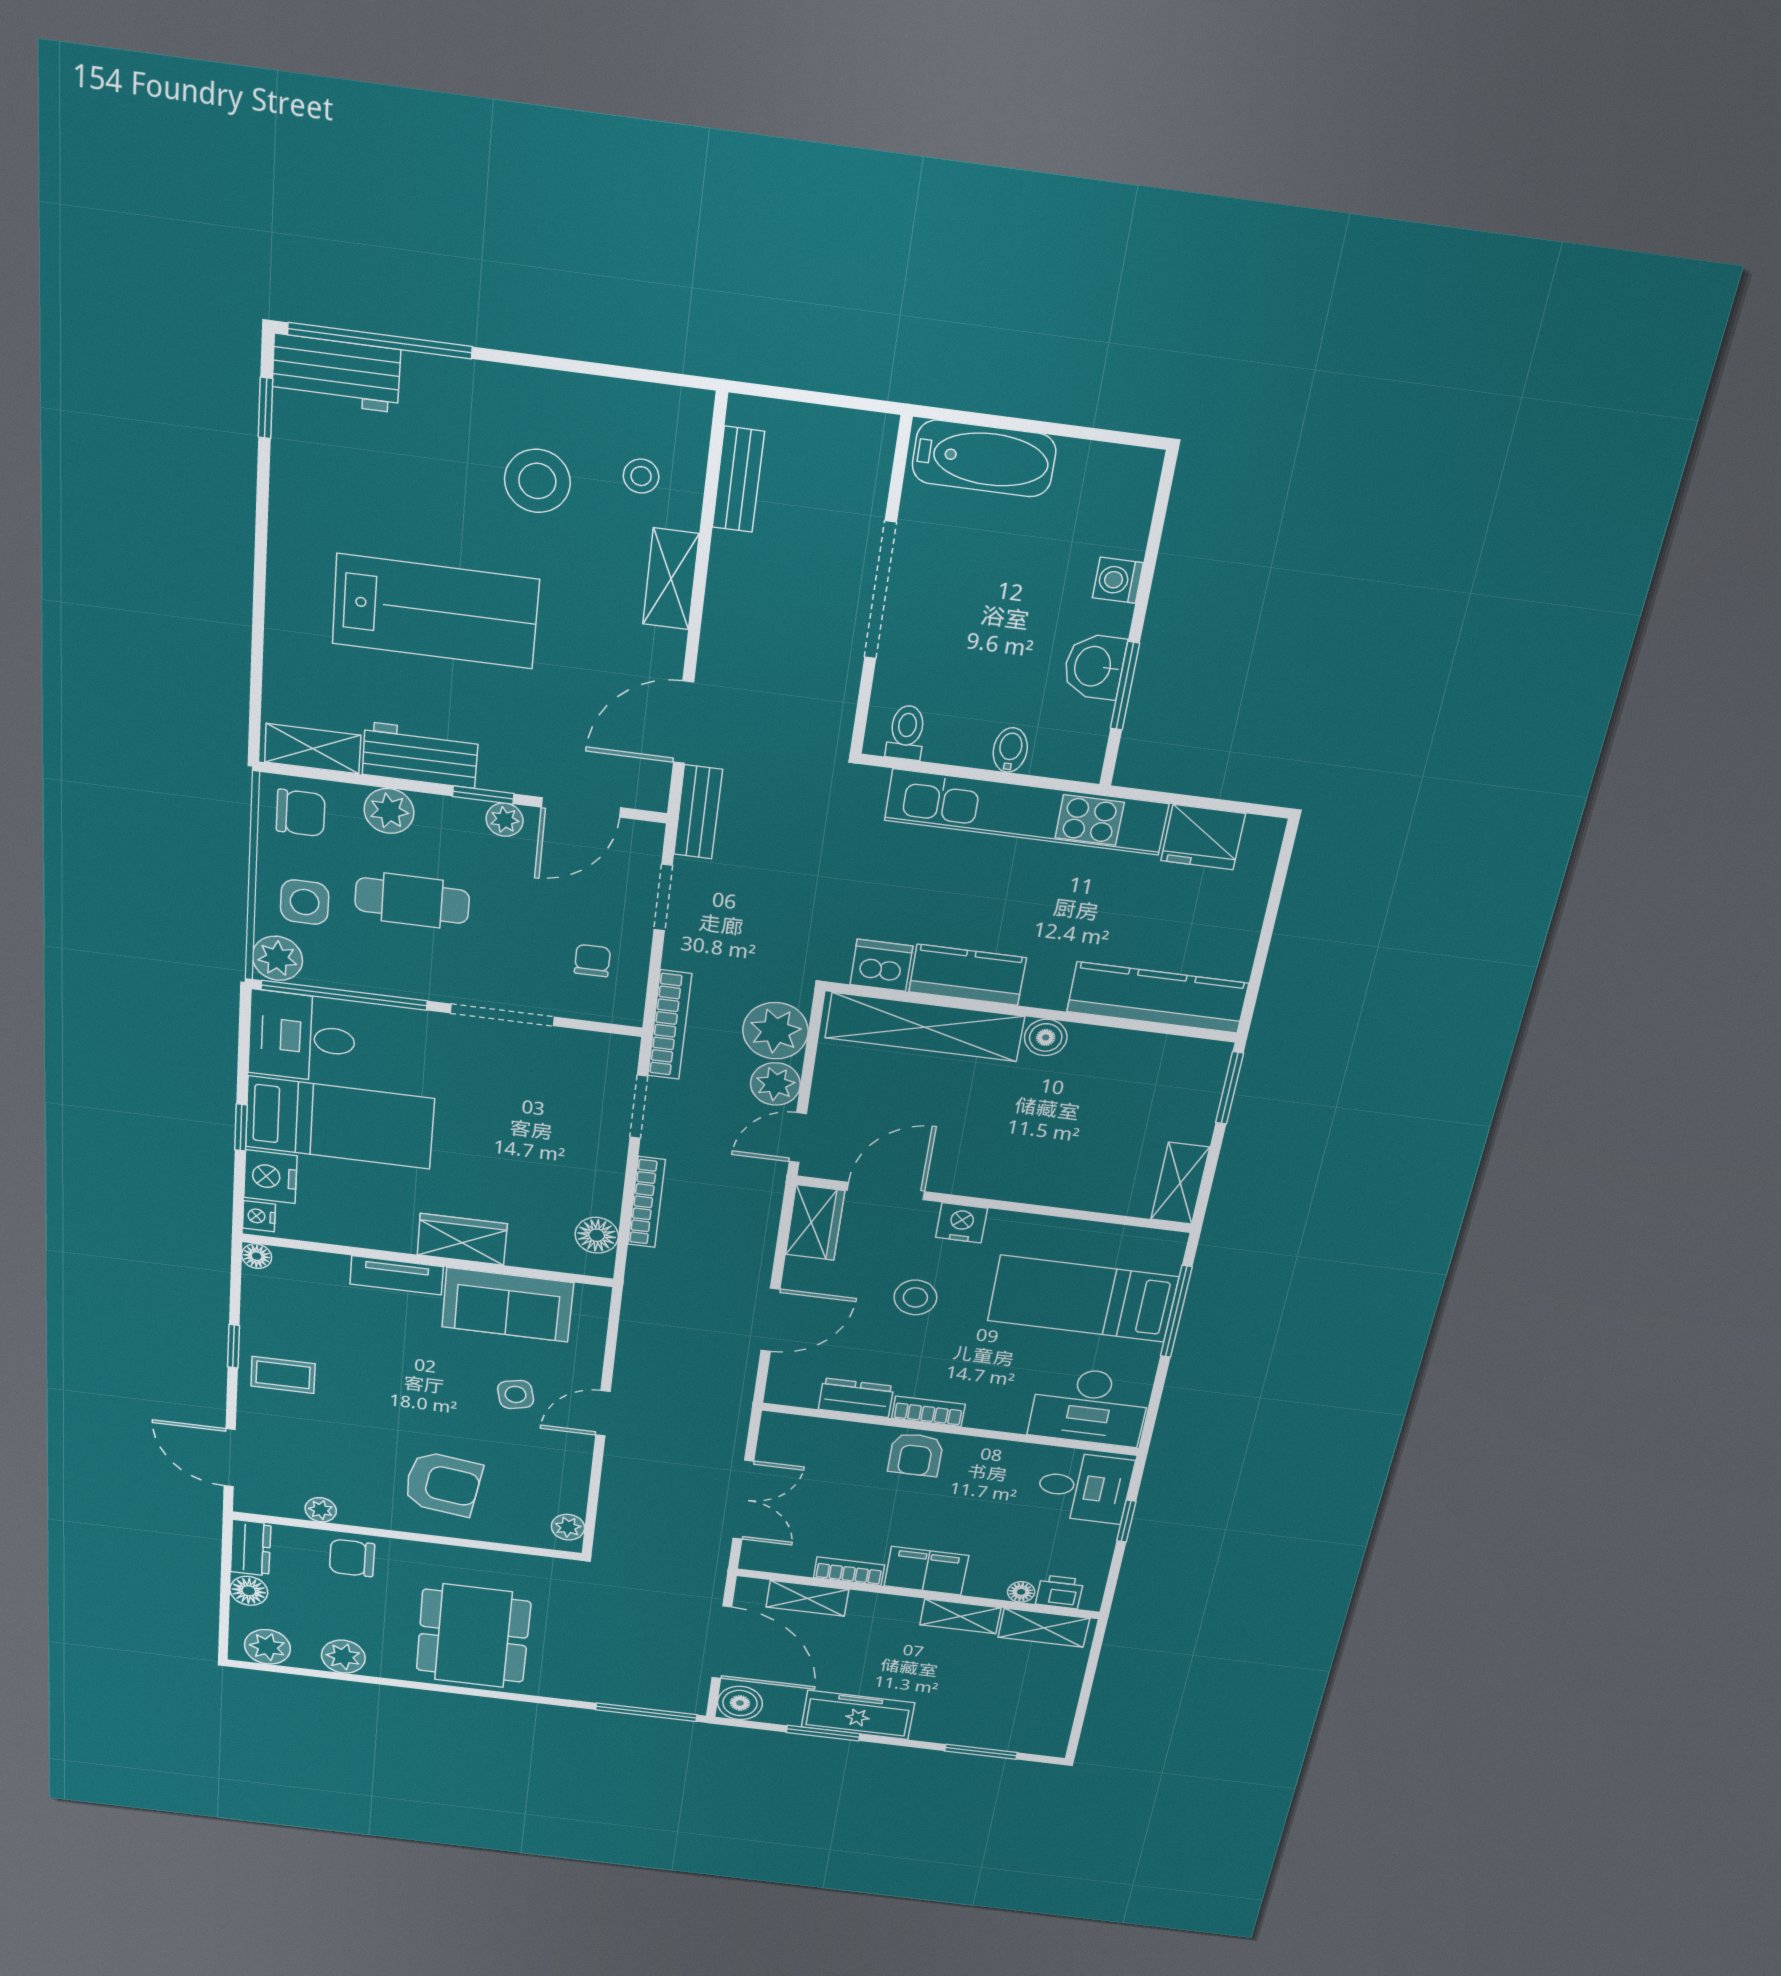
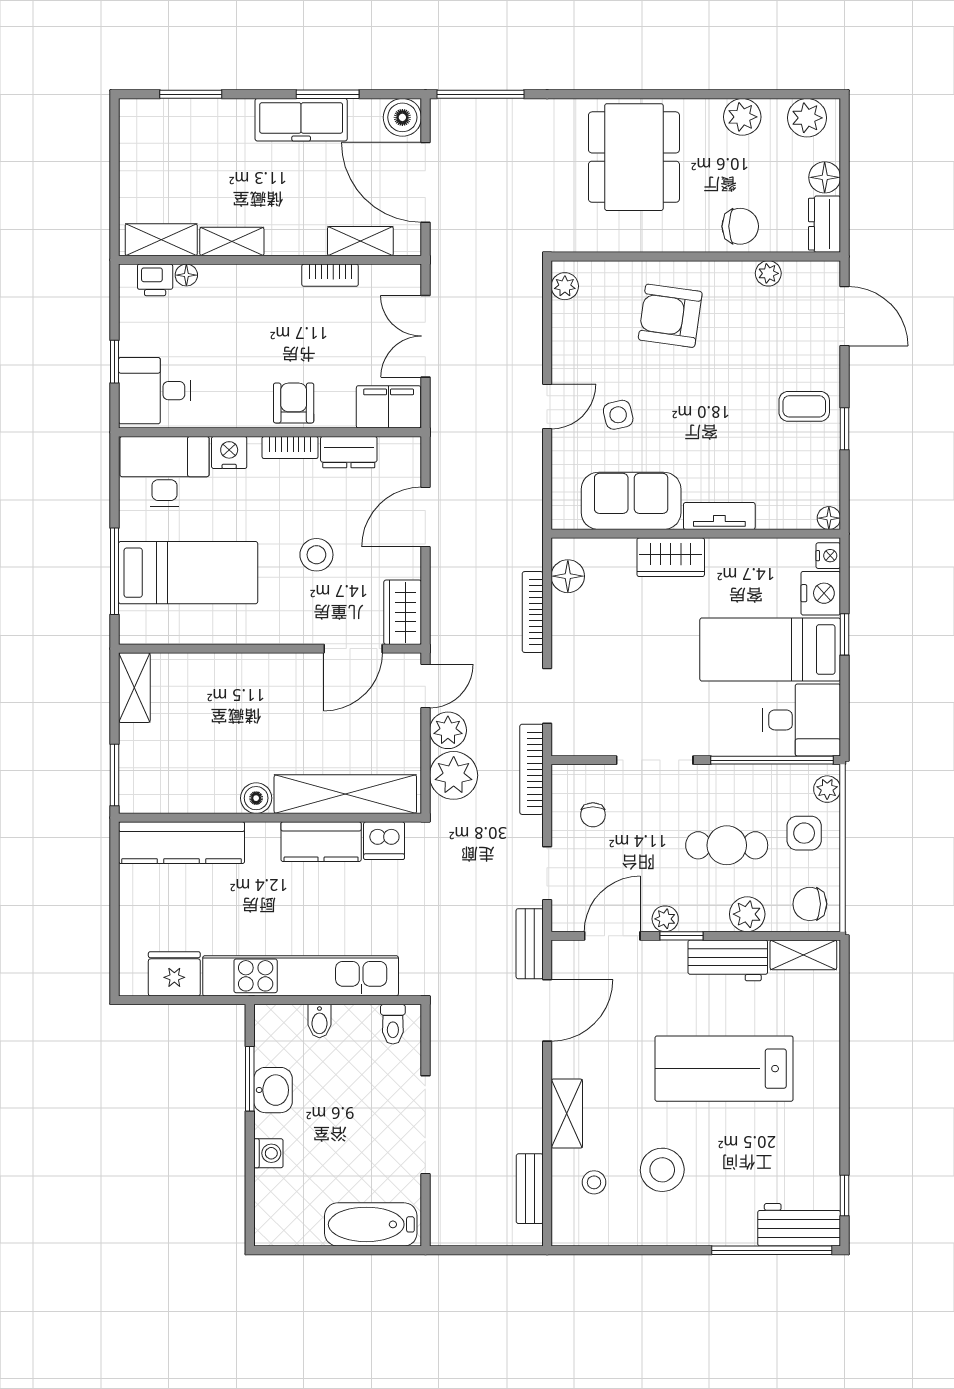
plant: (277, 958) -> (827, 789), width x0.73, depth x0.73
nightstand: (962, 1223) -> (229, 452), moved, turned 180
filing cabinet: (926, 1571) -> (389, 407), moved, turned 180

